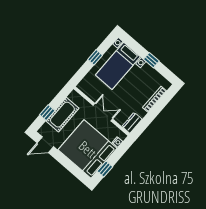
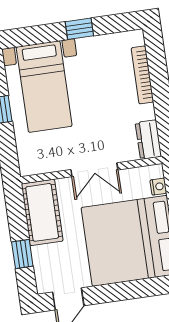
double door: (103, 112) -> (94, 170), swing flipped
cot: (62, 115) -> (42, 212), moved

